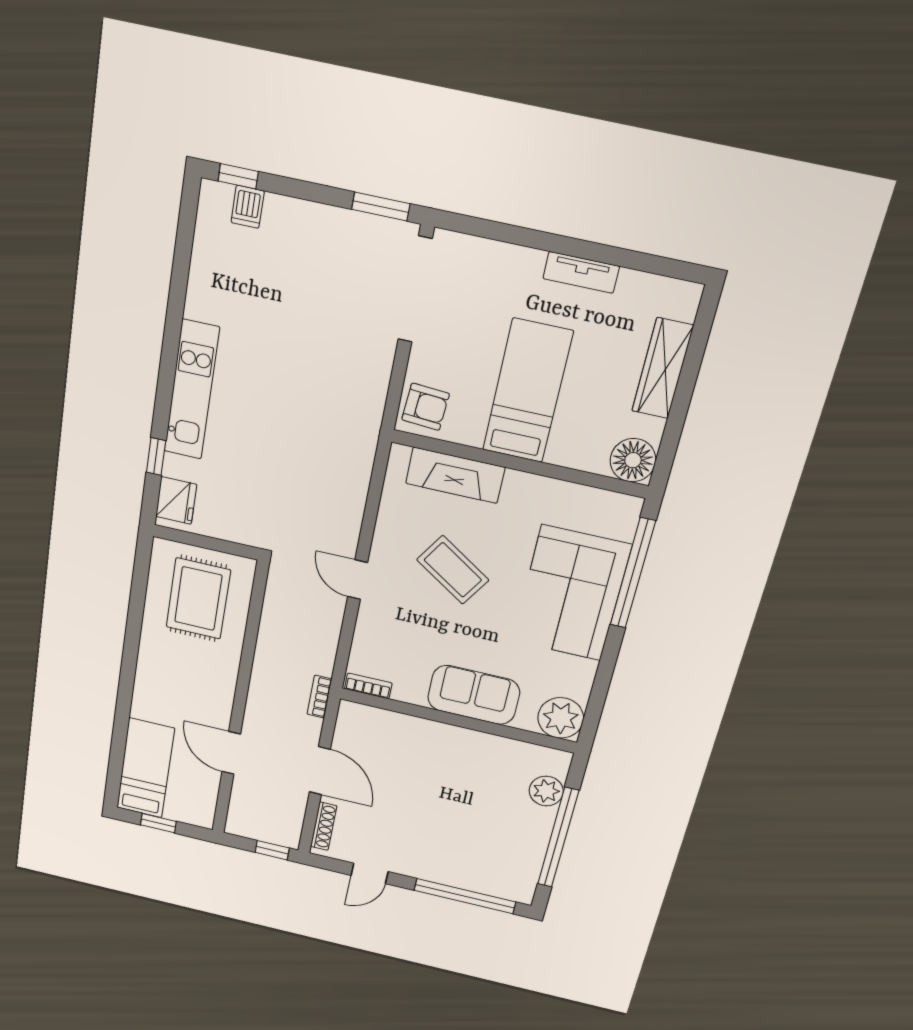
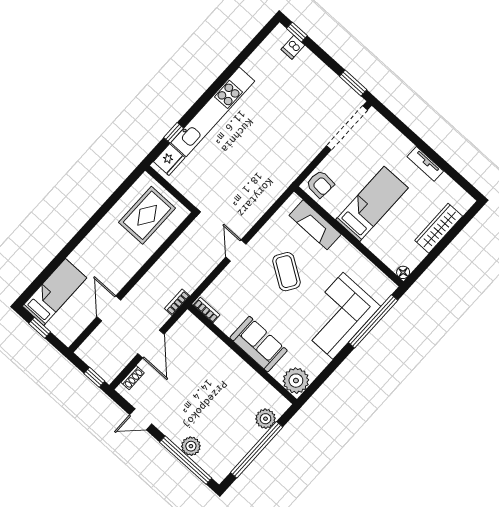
kitchen unit: (192, 390) -> (213, 112), width x1.36
floor lamp: (633, 460) -> (403, 272), width x0.53, depth x0.53
shoe rack: (324, 826) -> (133, 378), width x0.70
plant: (461, 875) -> (191, 446), added

